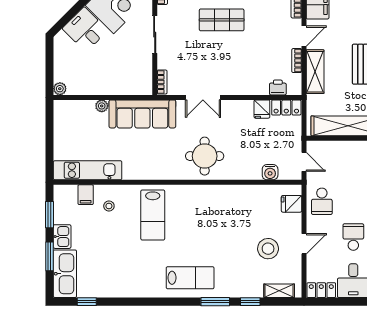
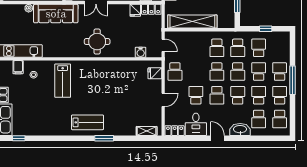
stool: (268, 249) -> (139, 103), removed
window: (250, 302) -> (127, 138), removed

